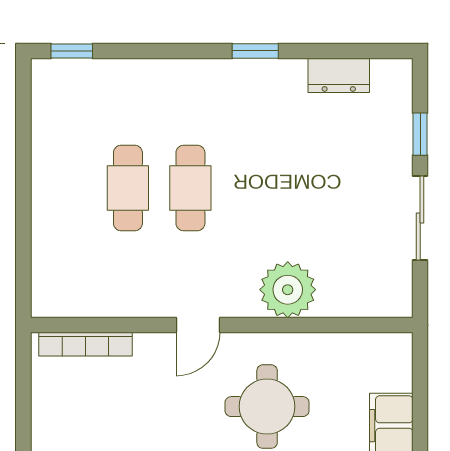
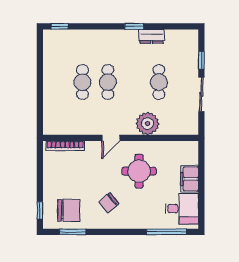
dresser: (339, 75) -> (151, 36), moved
cafe table: (315, 188) -> (159, 82), added

